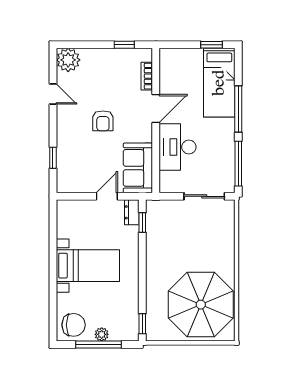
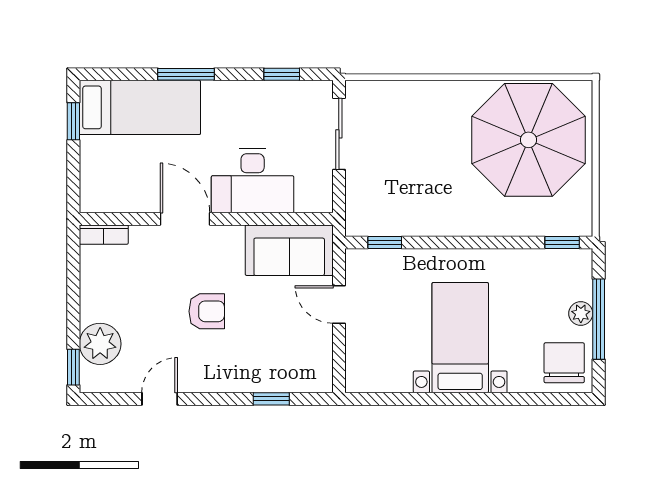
window: (124, 45) -> (73, 367), moved
plant: (68, 60) -> (100, 344), moved
bookcase: (147, 76) -> (104, 235), moved
window: (238, 109) -> (186, 74), width x0.69
window: (238, 164) -> (282, 74), width x0.46
dresser: (132, 212) -> (367, 261), removed

